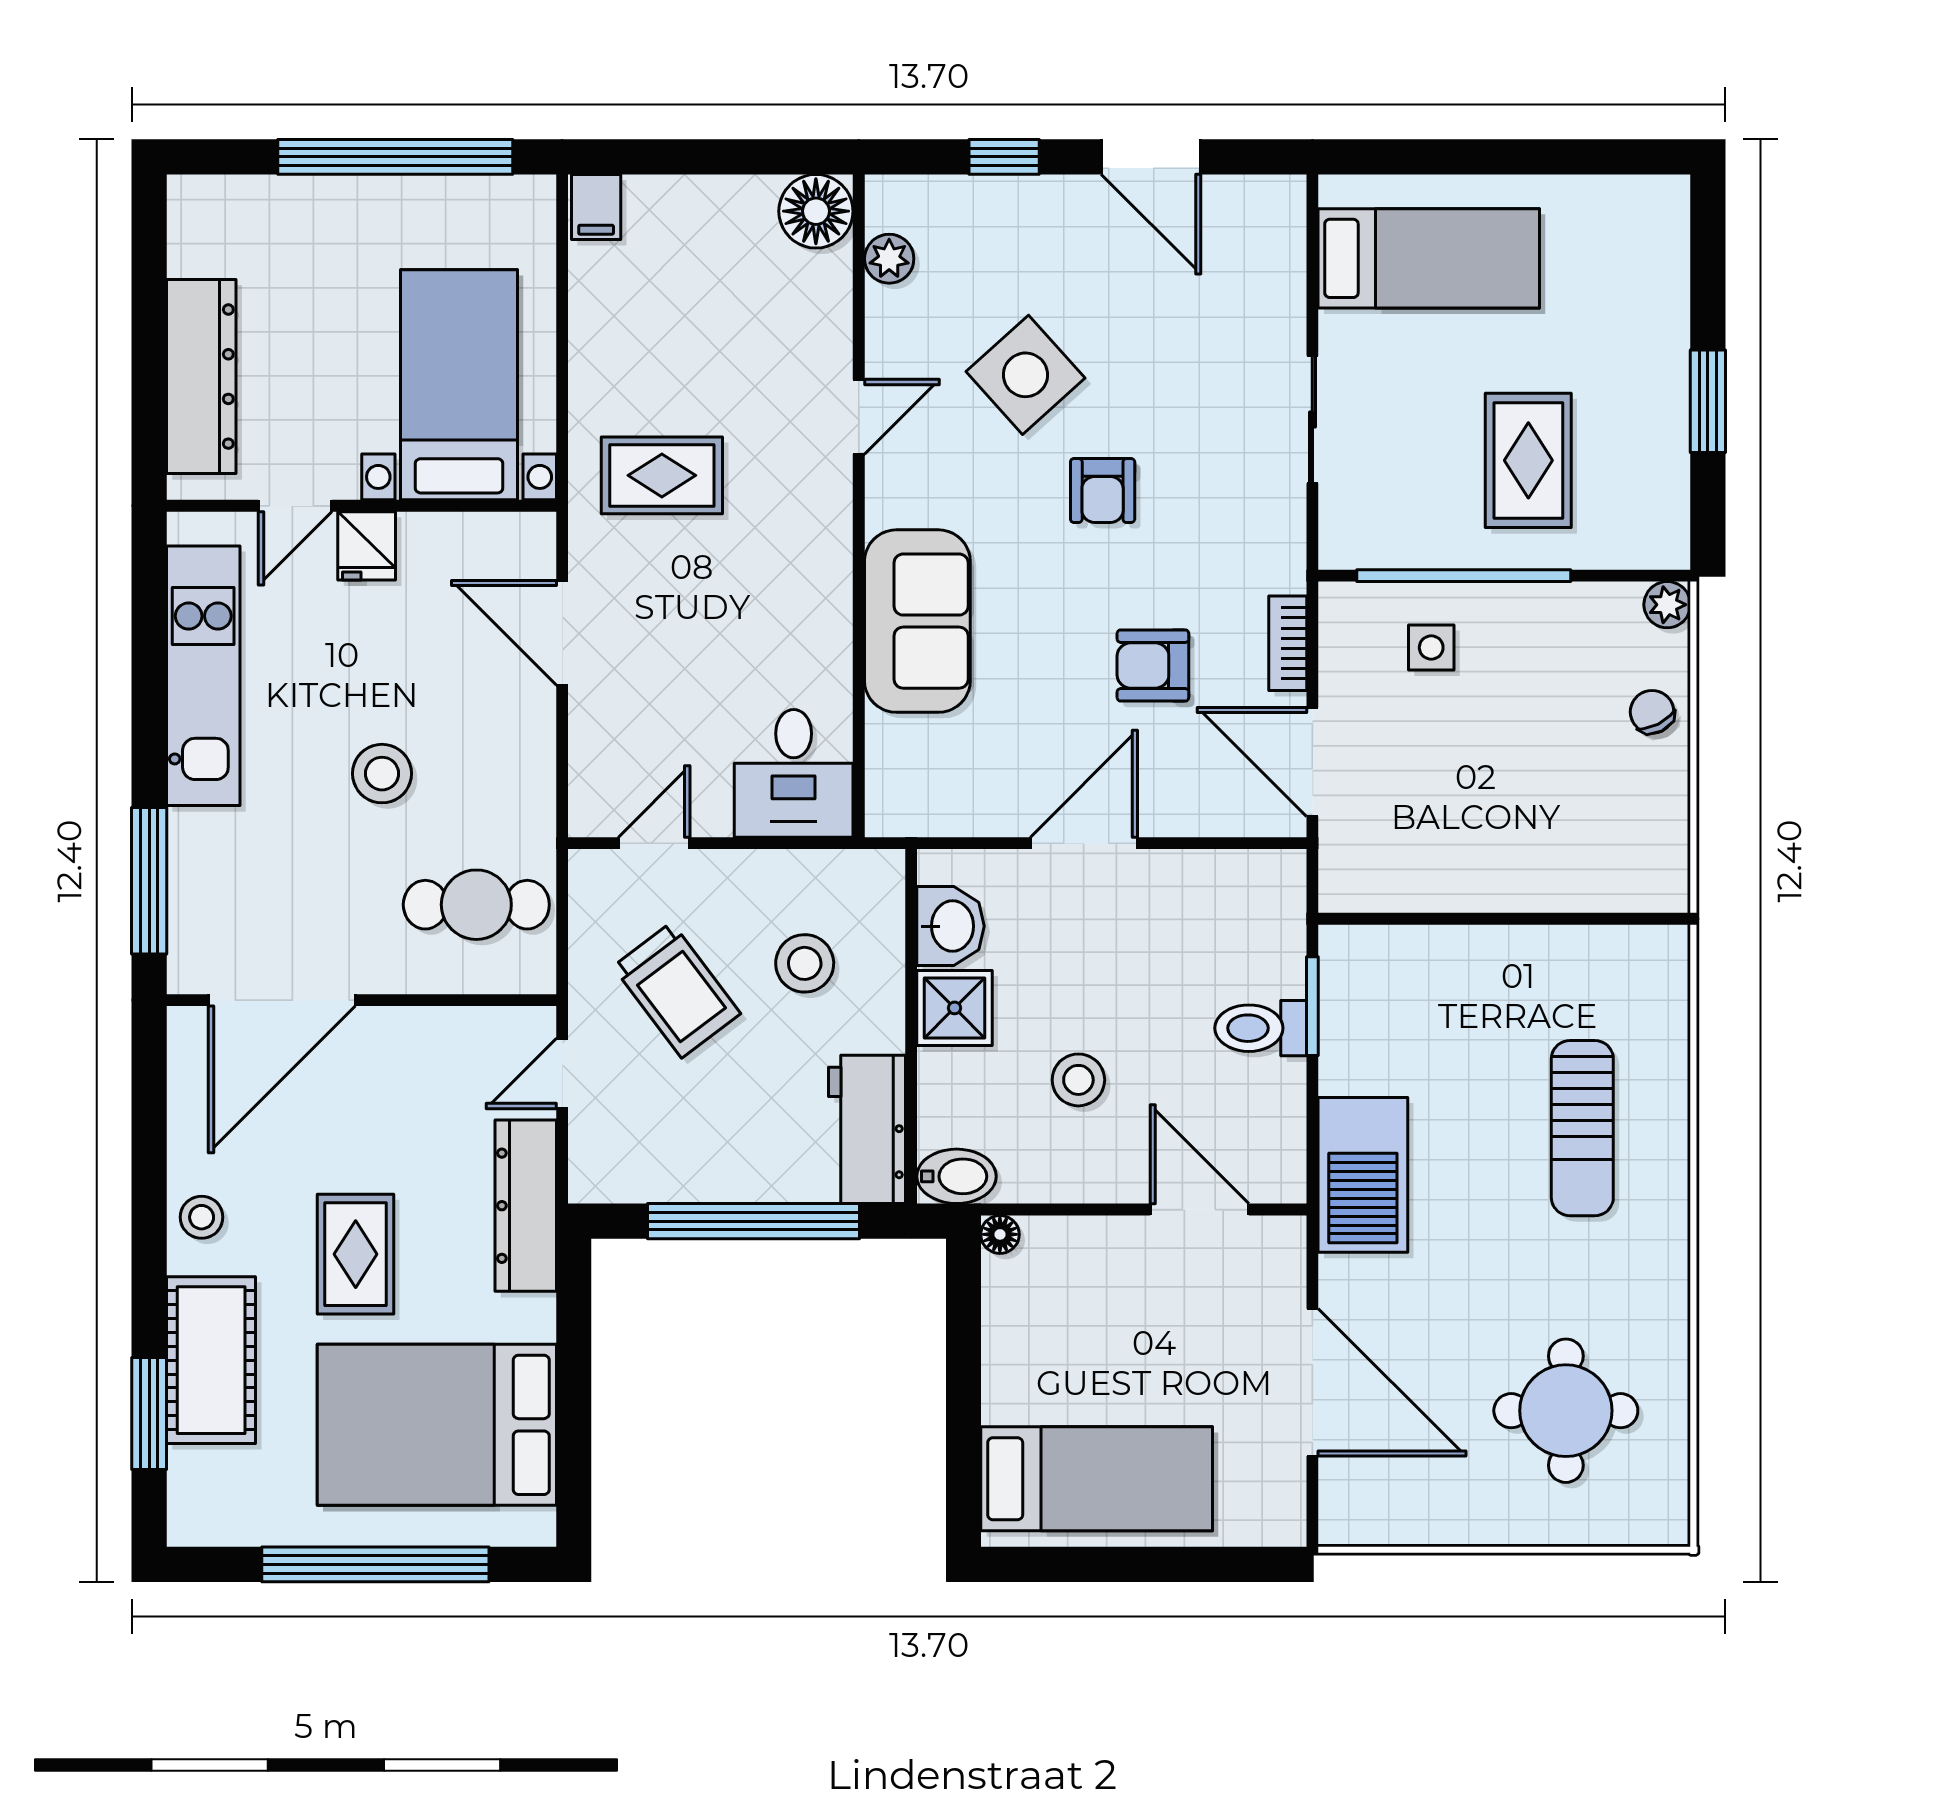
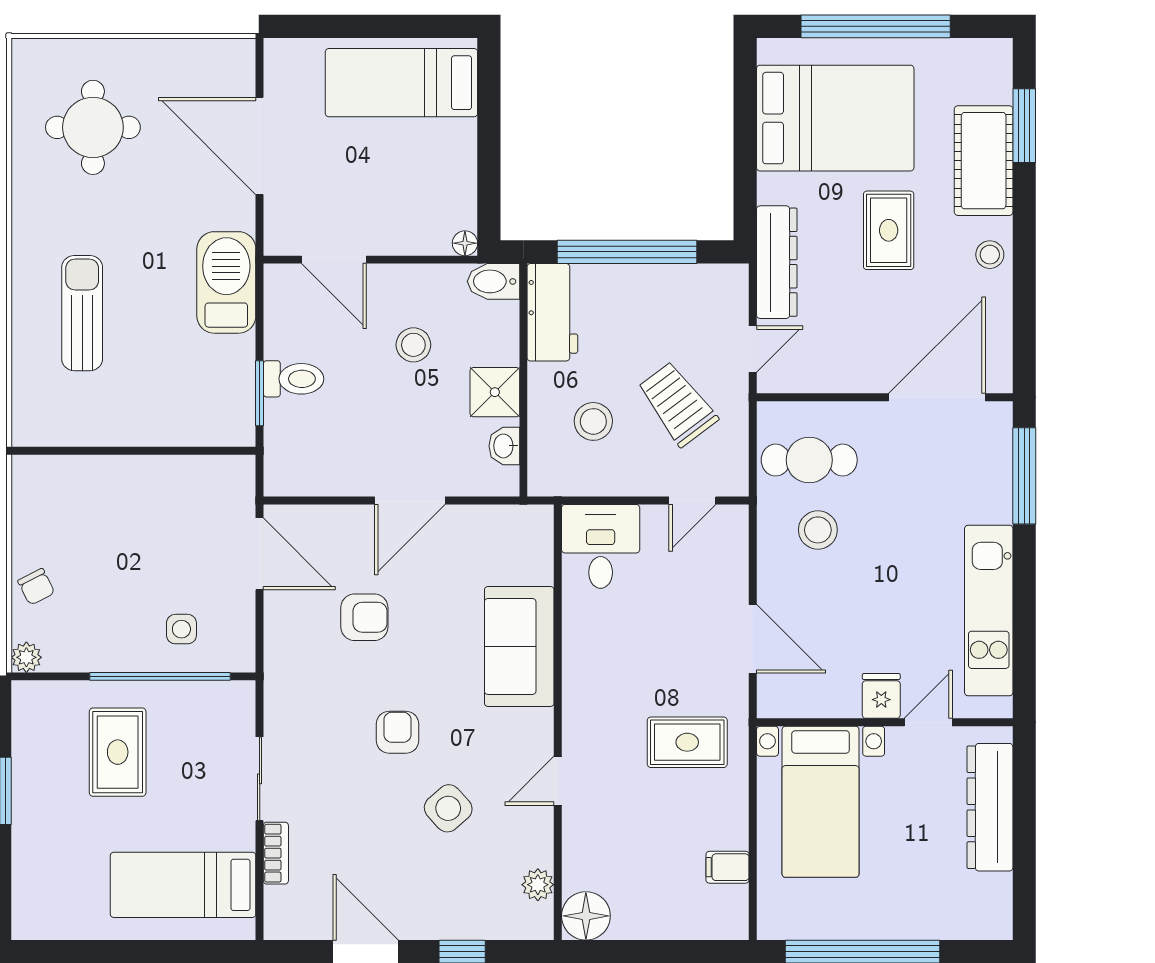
filing cabinet: (596, 207) -> (728, 867), moved, turned -90
side table: (1025, 375) -> (448, 808), width x0.73, depth x0.73
bookcase: (1288, 643) -> (276, 853), moved
stool: (382, 774) -> (818, 530), moved
washbasin: (950, 926) -> (504, 446), width x0.72, depth x0.69

